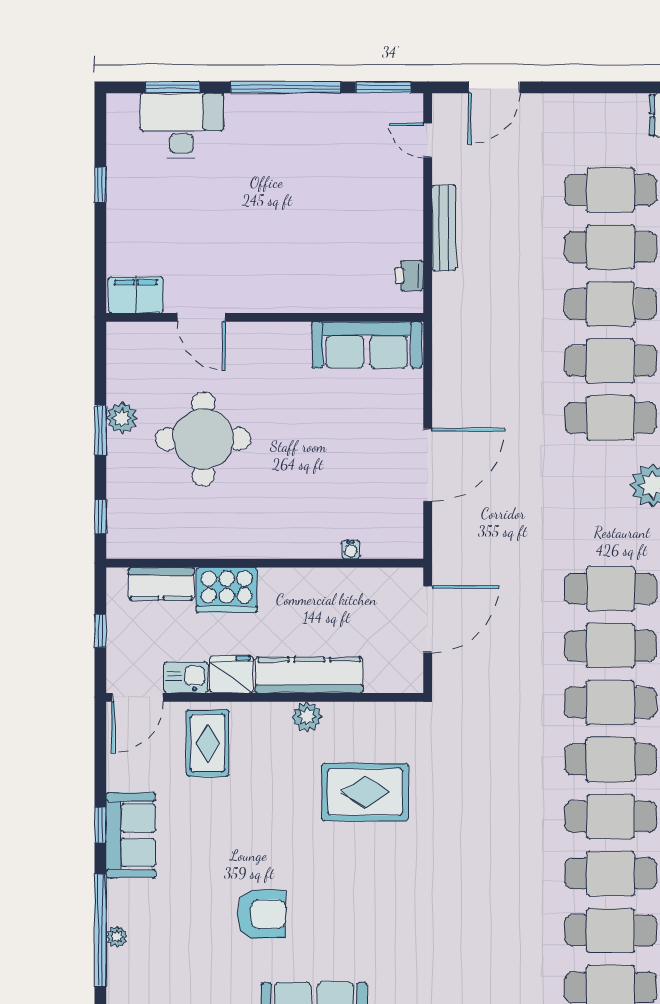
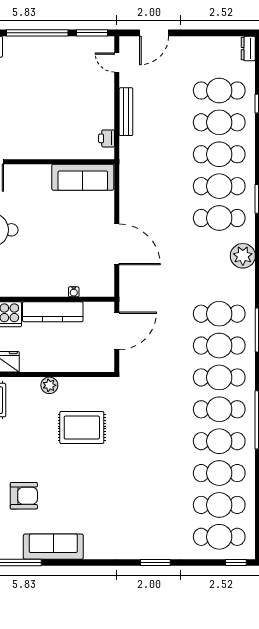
door: (428, 465) -> (117, 244), hinge flipped
kitchen counter: (309, 675) -> (53, 312), moved, turned 180

